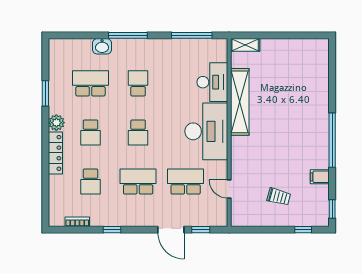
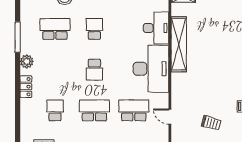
window: (45, 93) -> (18, 37), width x1.44
school desk: (90, 132) -> (55, 70), removed
locker: (55, 153) -> (26, 87), width x0.66
school desk: (90, 182) -> (55, 110), turned 180

